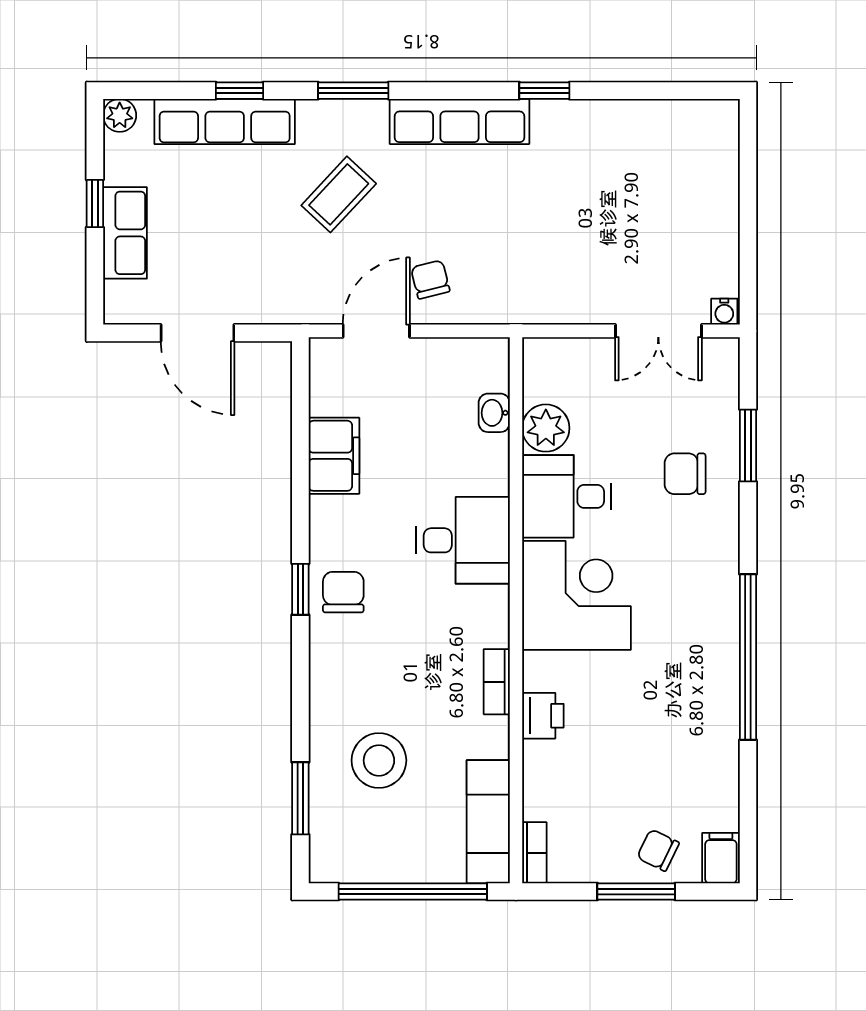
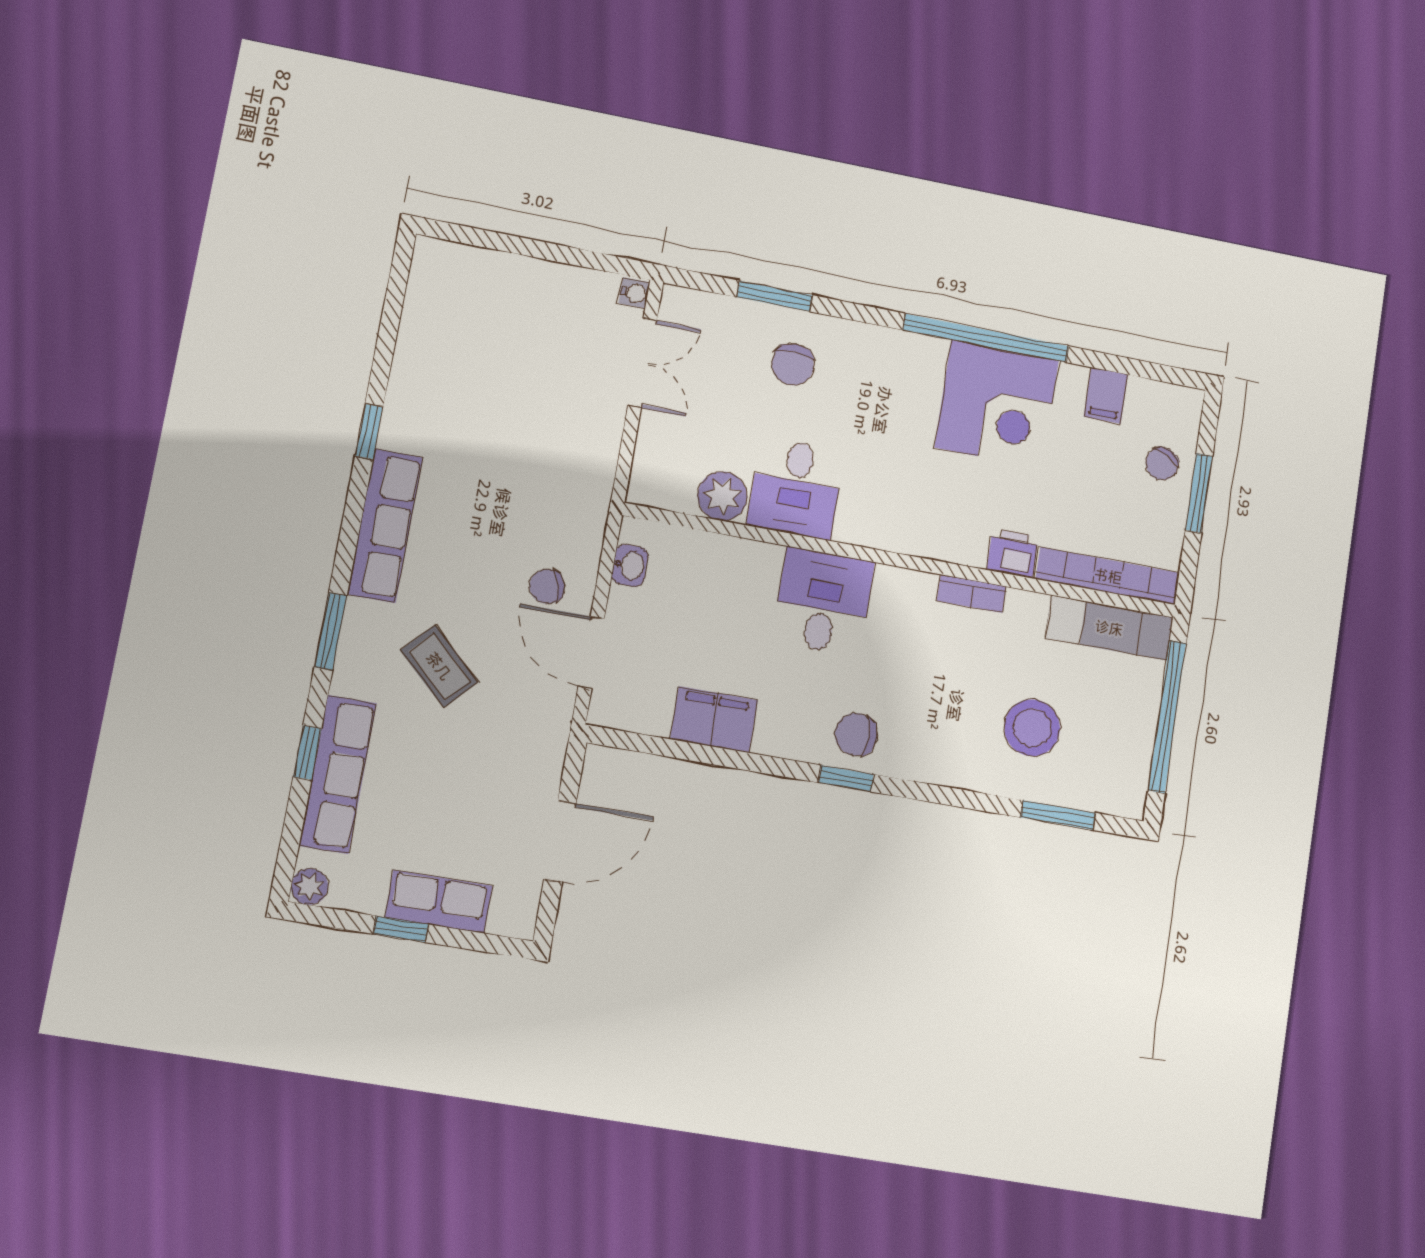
washbasin: (494, 413) -> (630, 565), moved, turned -90
corner desk: (577, 595) -> (997, 404), moved, turned 180
bookcase: (534, 853) -> (1108, 576), width x2.31, depth x1.31
filing cabinet: (721, 858) -> (1106, 396), moved, turned -90

